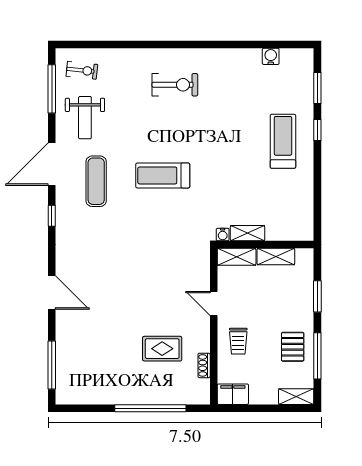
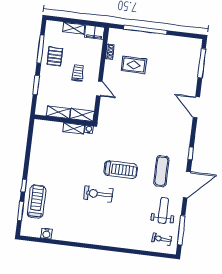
exercise bike: (175, 85) -> (98, 194), moved
treadmill: (283, 141) -> (37, 202), moved, turned 180
trolley: (238, 341) -> (78, 73), moved
shelving: (296, 397) -> (74, 28), moved

